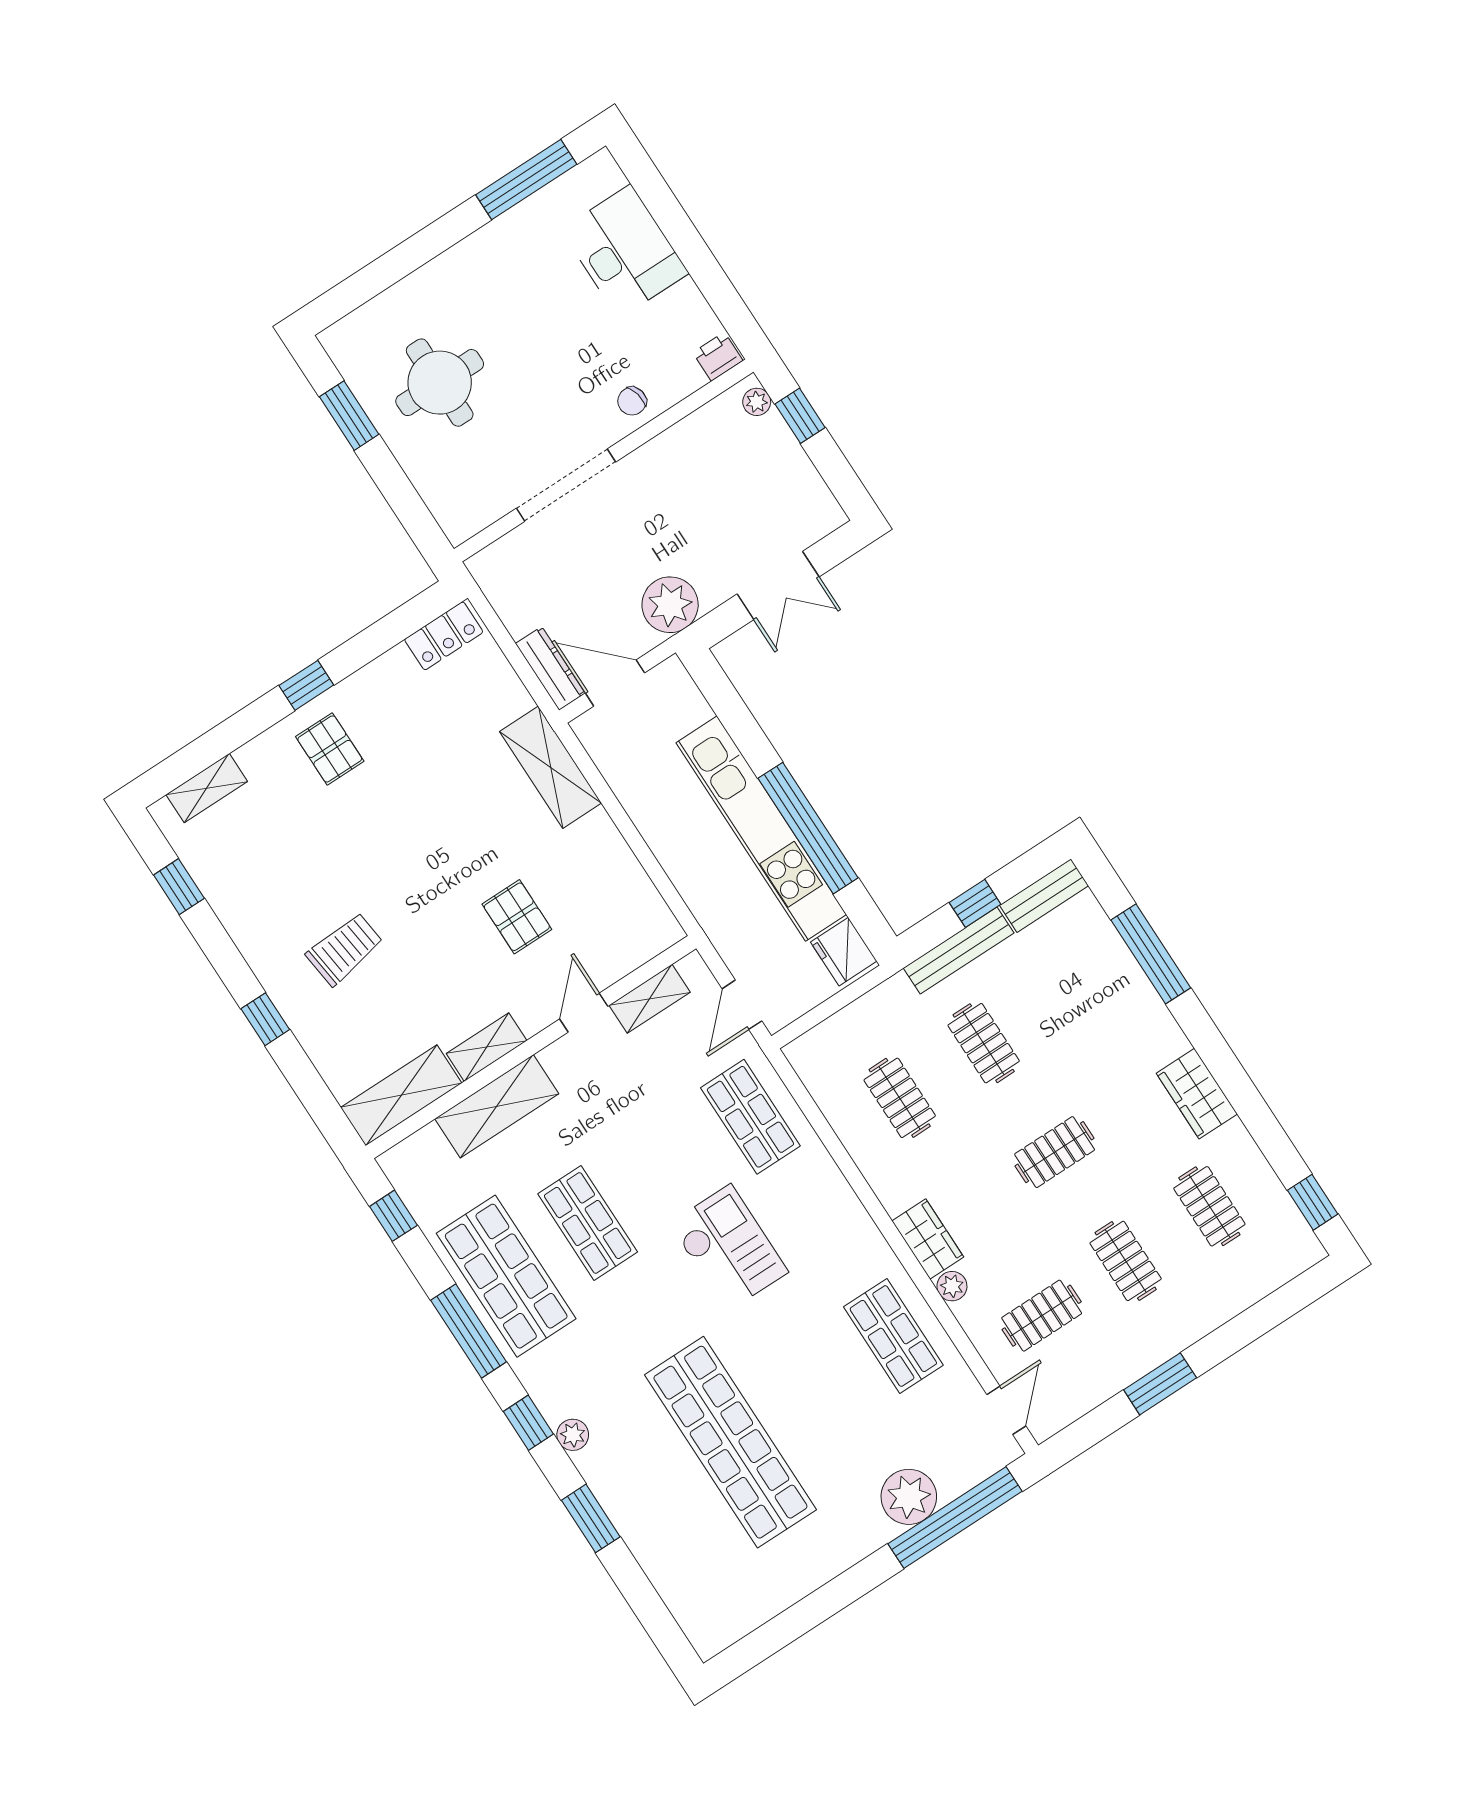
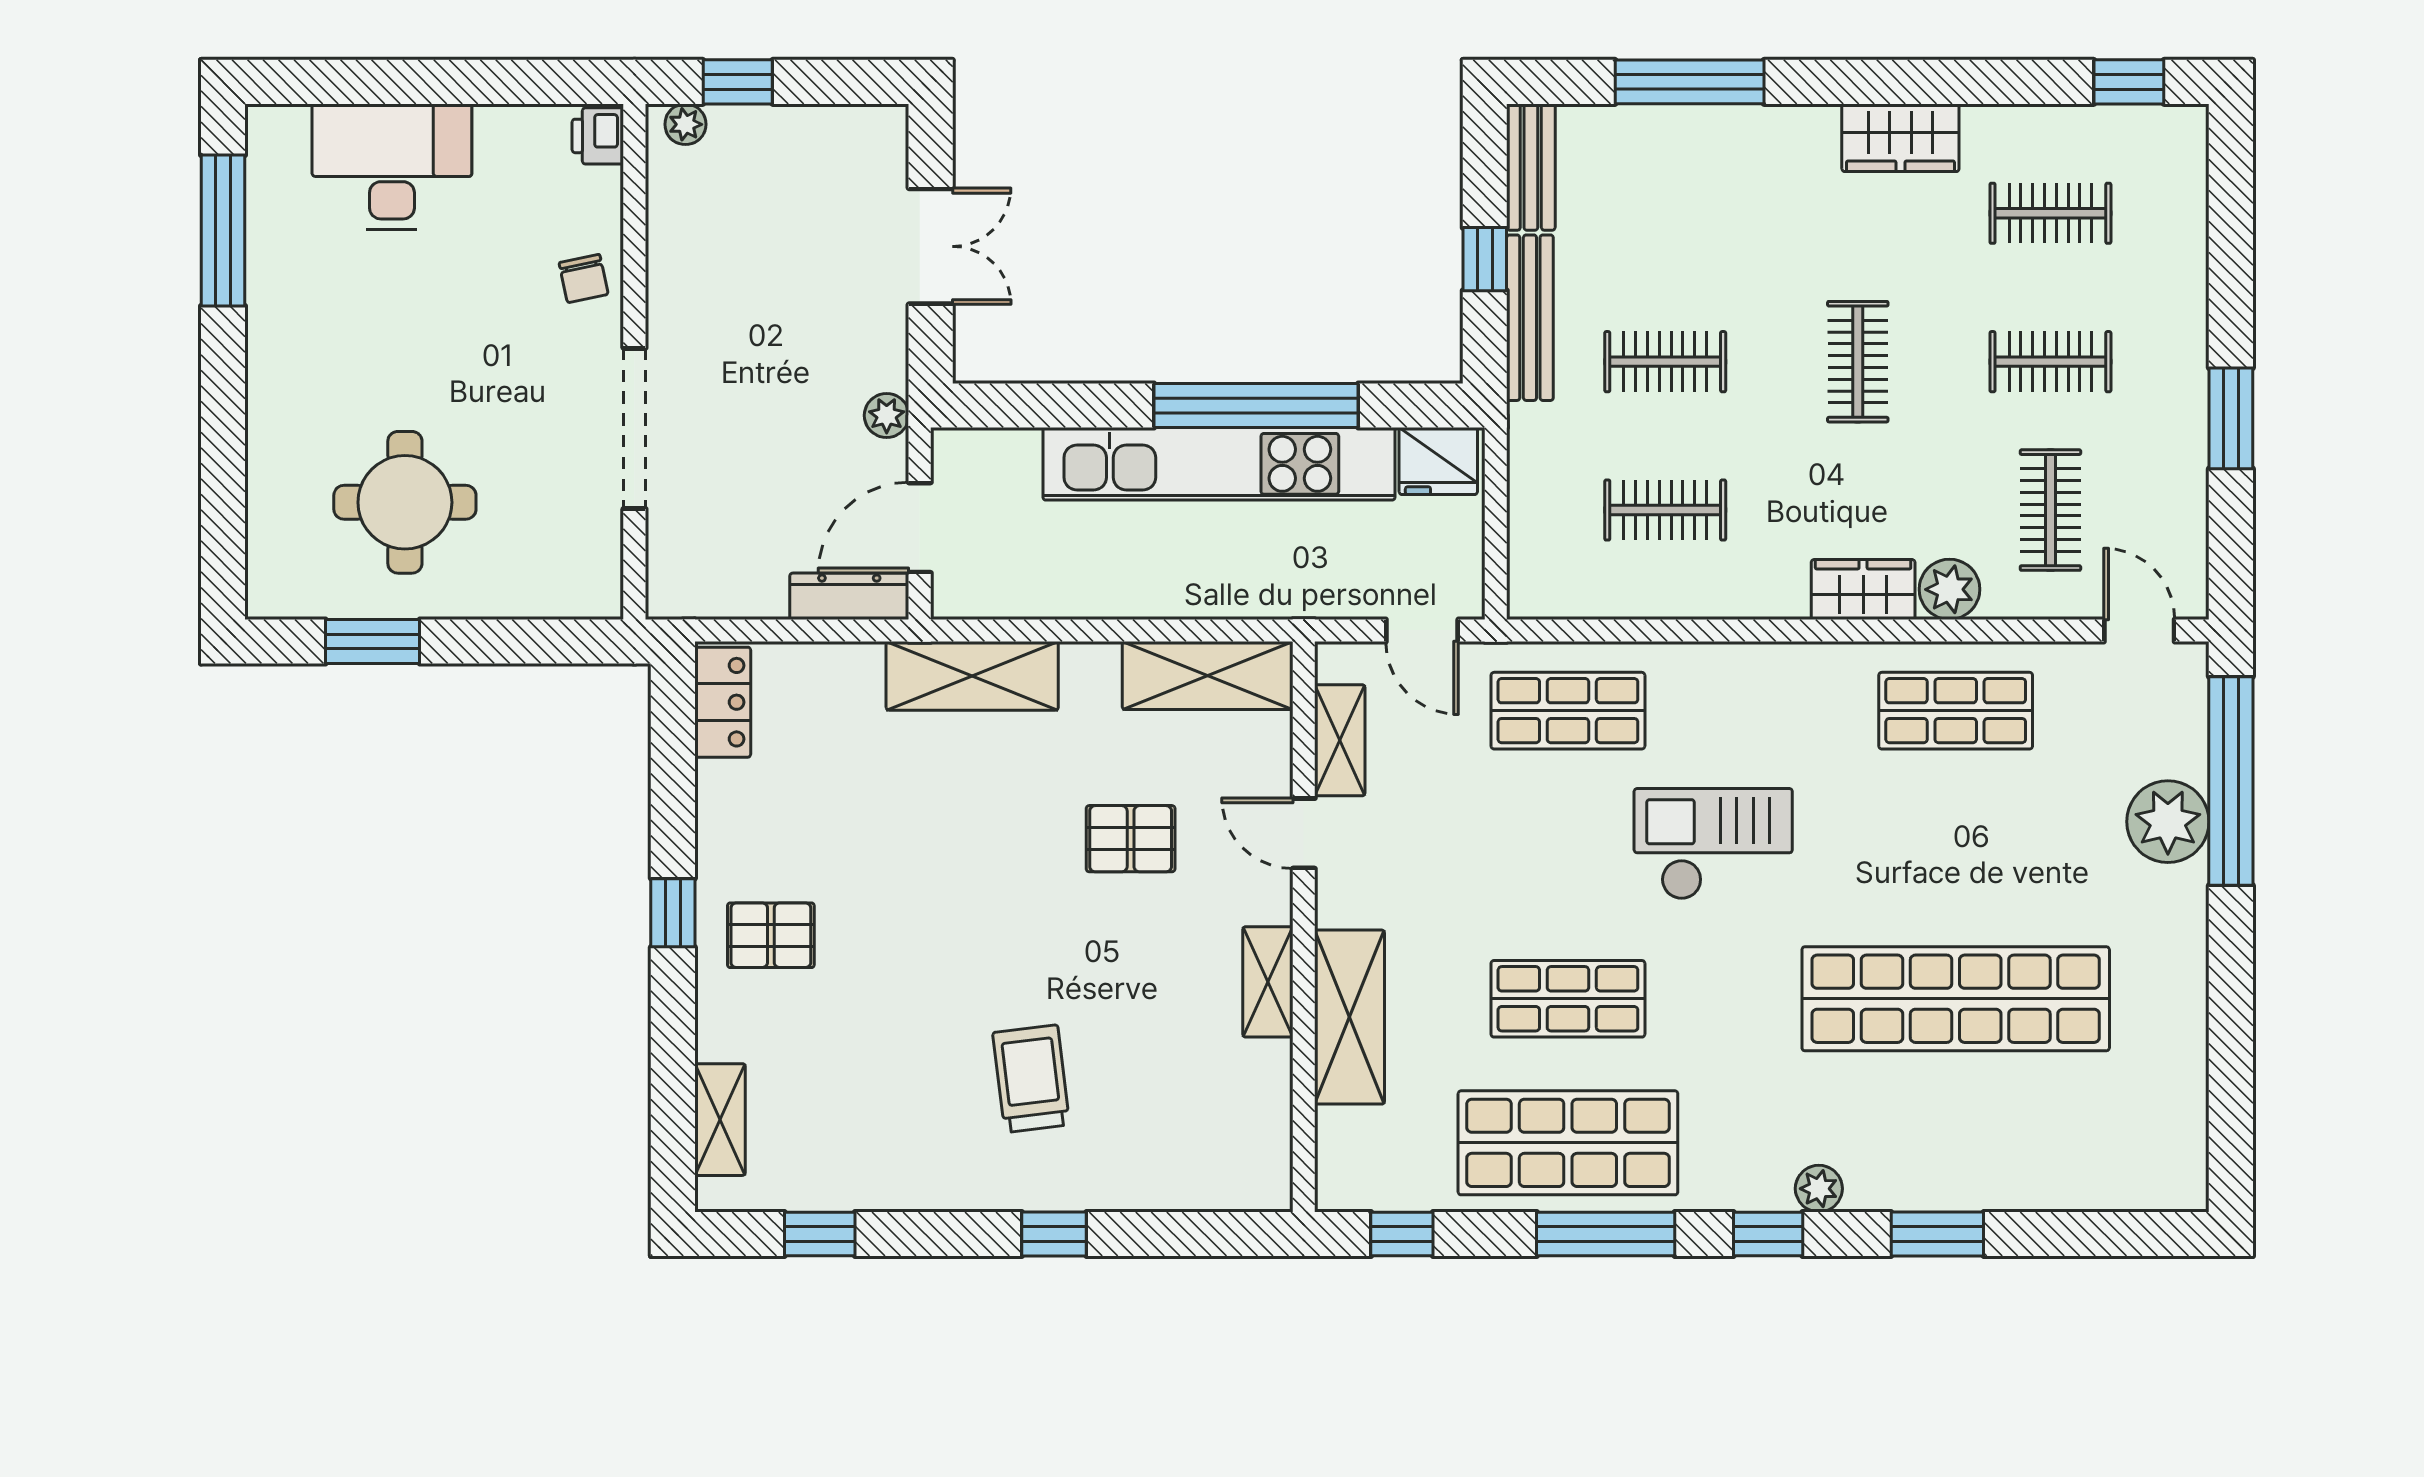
plant: (670, 605) -> (887, 415), width x0.53, depth x0.53
shelving: (401, 1095) -> (1208, 676), moved, turned 90
plant: (952, 1286) -> (1950, 589), width x1.38, depth x1.38

